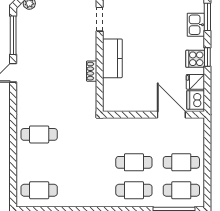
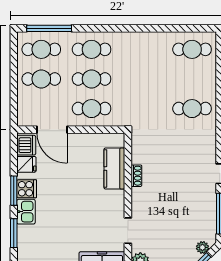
kitchen sink: (196, 25) -> (26, 212), moved
window: (207, 57) -> (14, 191), width x1.50
kitchen counter: (112, 58) -> (114, 168), moved
cafe table: (134, 134) -> (92, 109), added

